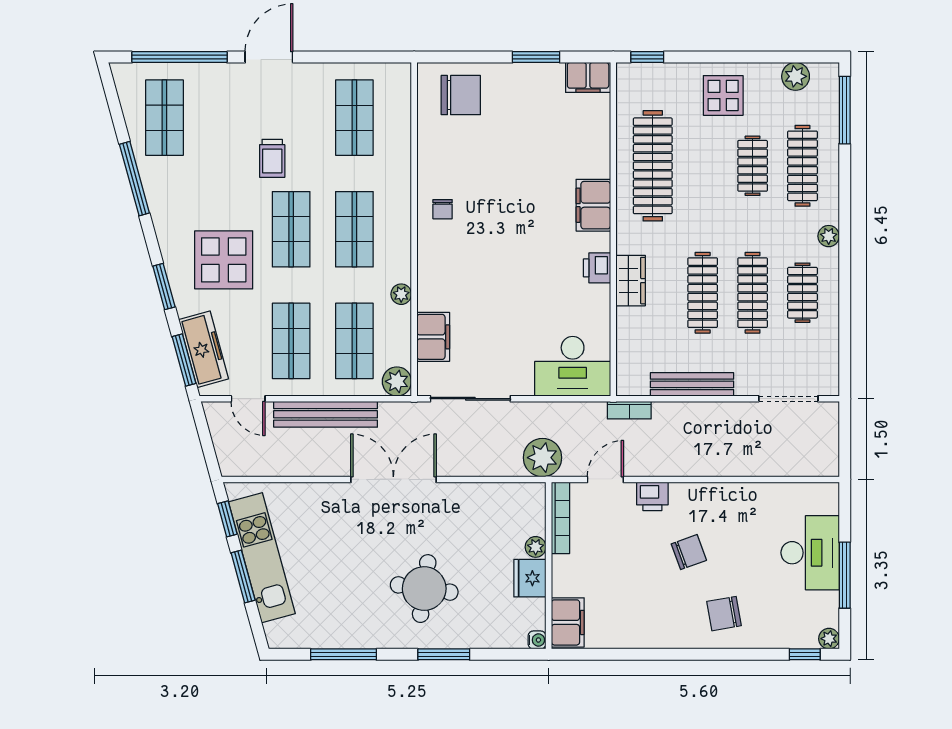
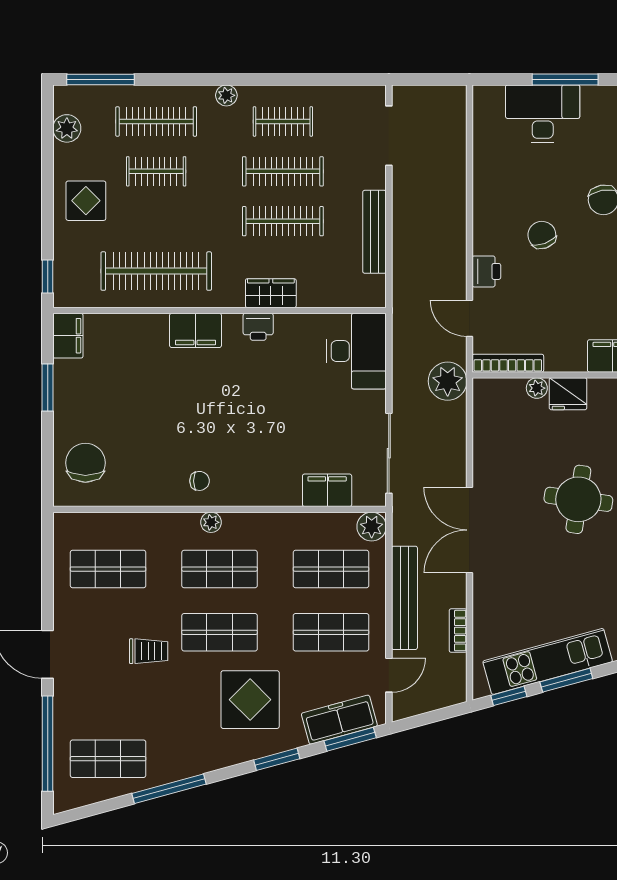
plant: (401, 294) -> (211, 522), moved
bookcase: (629, 410) -> (458, 631), moved, turned 180

